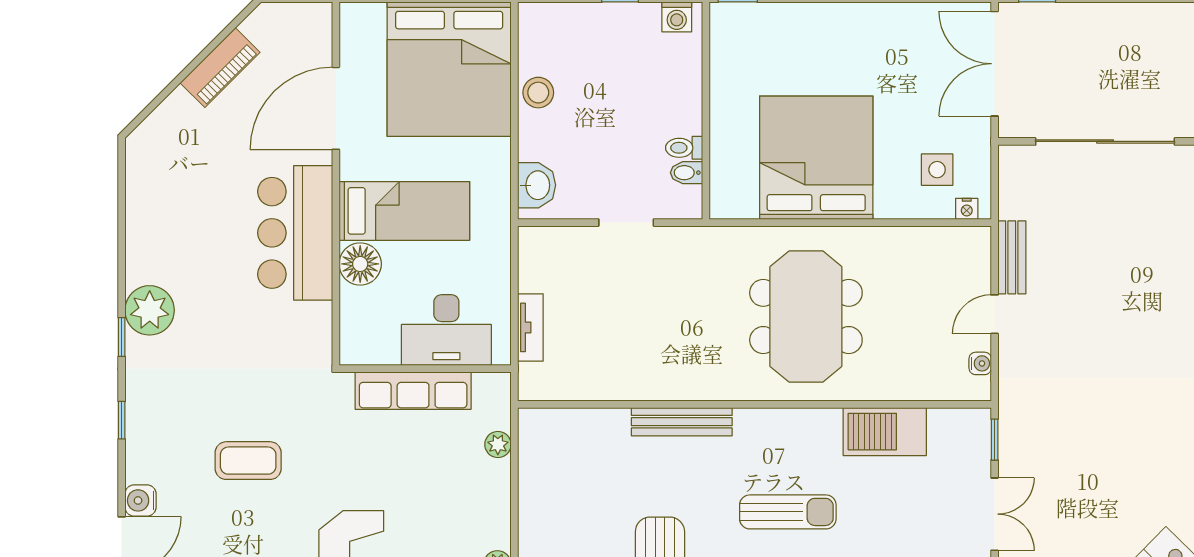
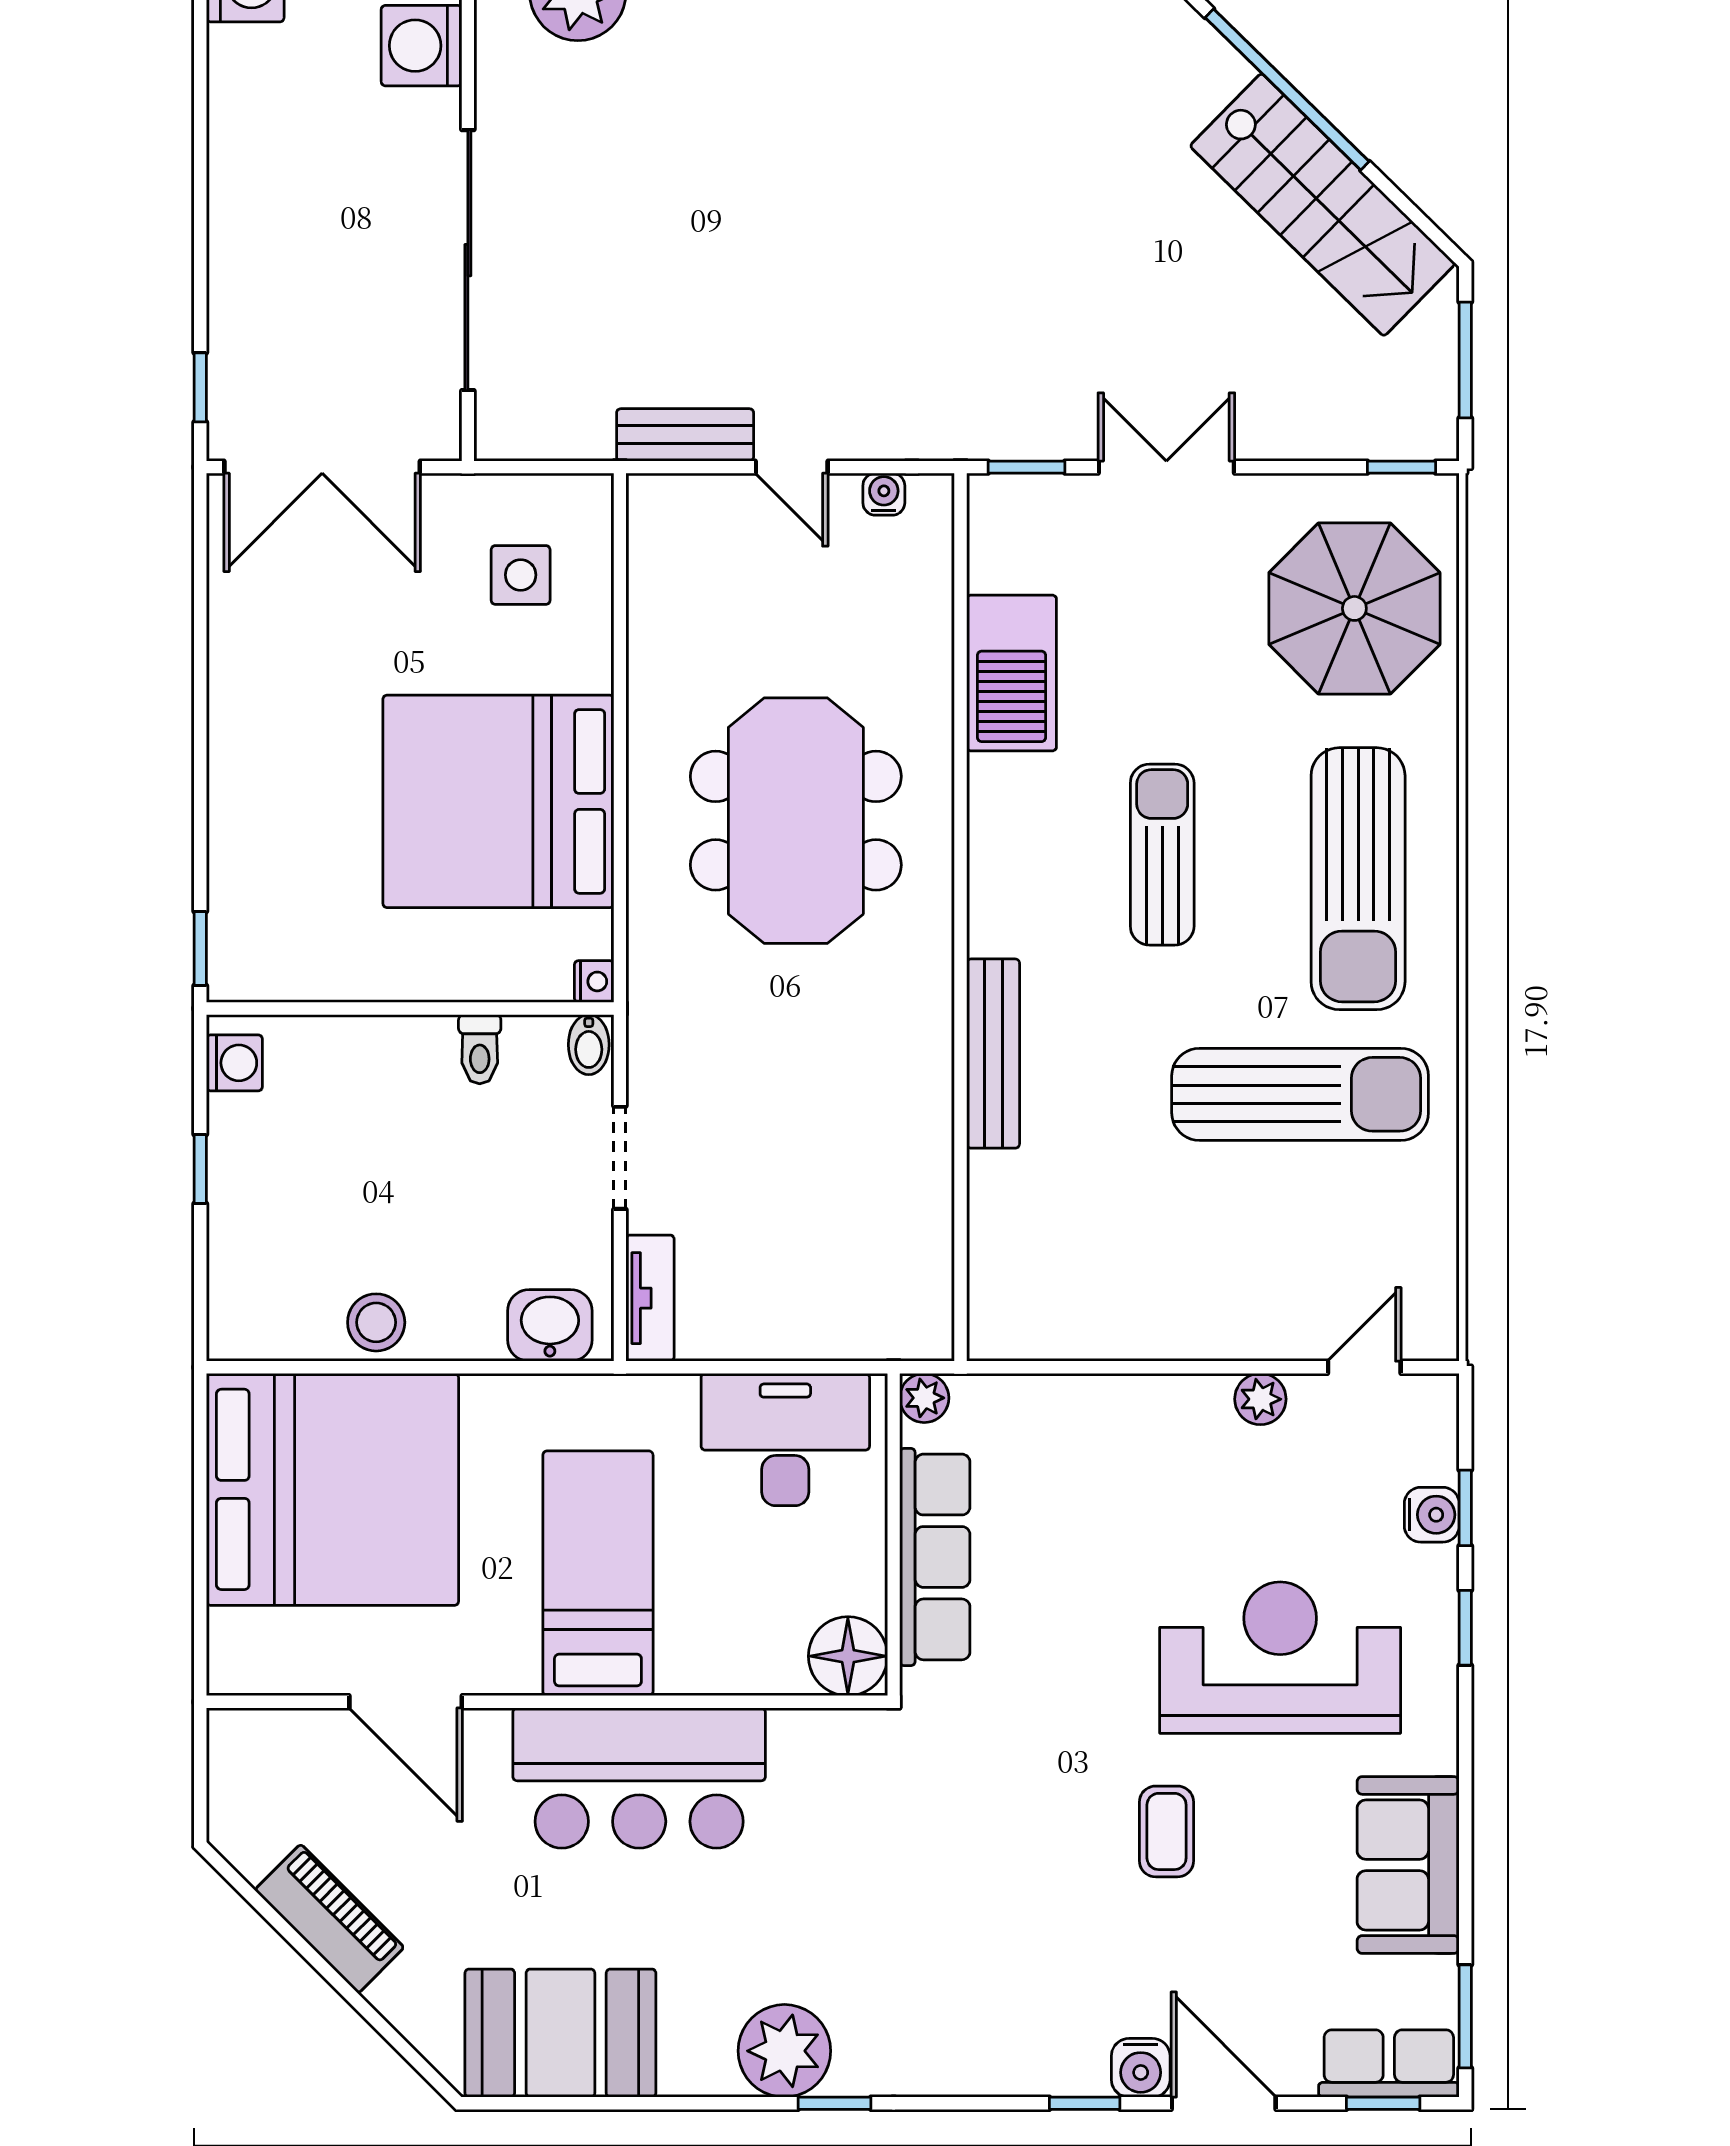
door: (336, 108) -> (406, 1702), width x0.73
bidet: (686, 173) -> (589, 1045), moved
booth: (159, 191) -> (560, 2033), added
nightstand: (967, 209) -> (594, 981), moved
floor lamp: (360, 264) -> (848, 1656), moved
meeting table: (806, 316) -> (796, 821), turned 90
tv unit: (530, 327) -> (650, 1298), moved, turned 90
desk: (446, 330) -> (785, 1440), moved, turned -90
window: (122, 420) -> (1085, 2103), moved
plant: (498, 444) -> (924, 1398), moved
coffee table: (248, 461) -> (1167, 1831), moved, width x0.73, depth x0.77

